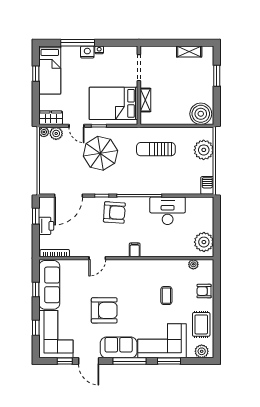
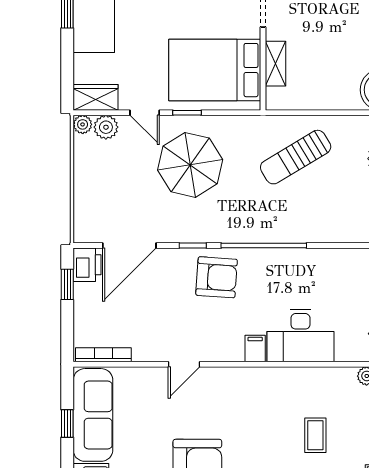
sun lounger: (156, 149) -> (296, 157), turned -31
desk: (168, 211) -> (300, 335), moved, turned 180
printer: (46, 226) -> (87, 265), moved

